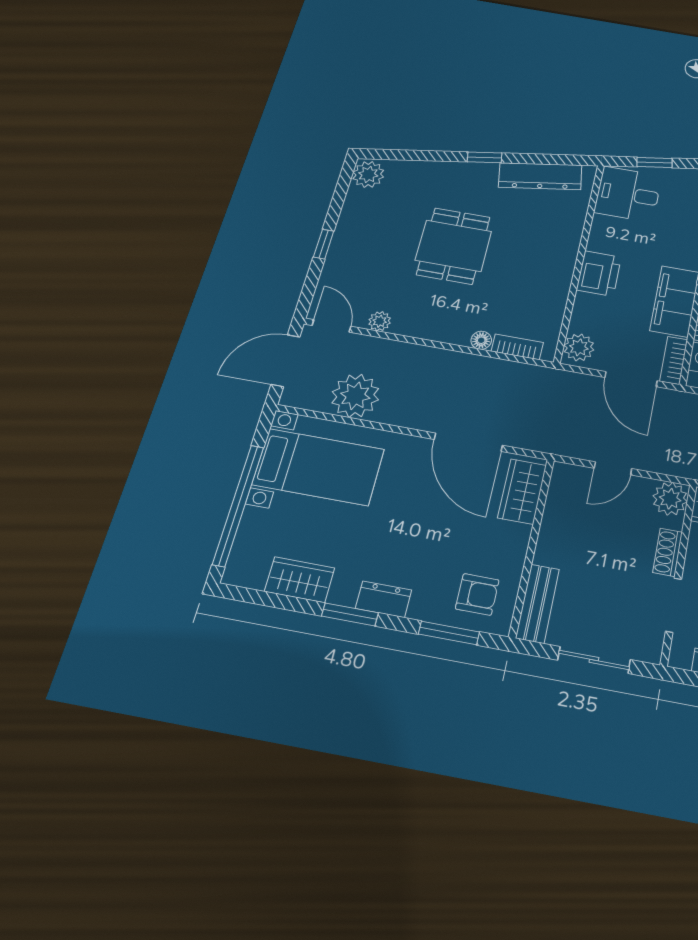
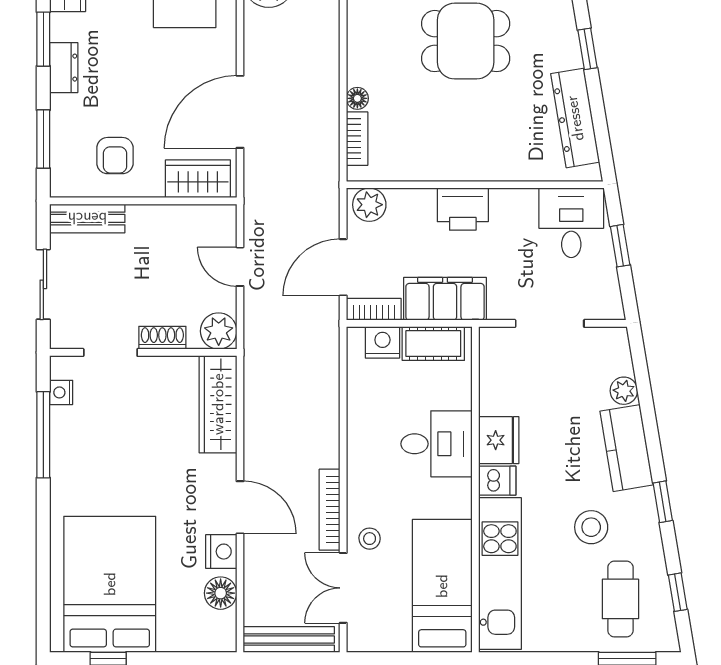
armchair: (477, 594) -> (115, 156), moved

